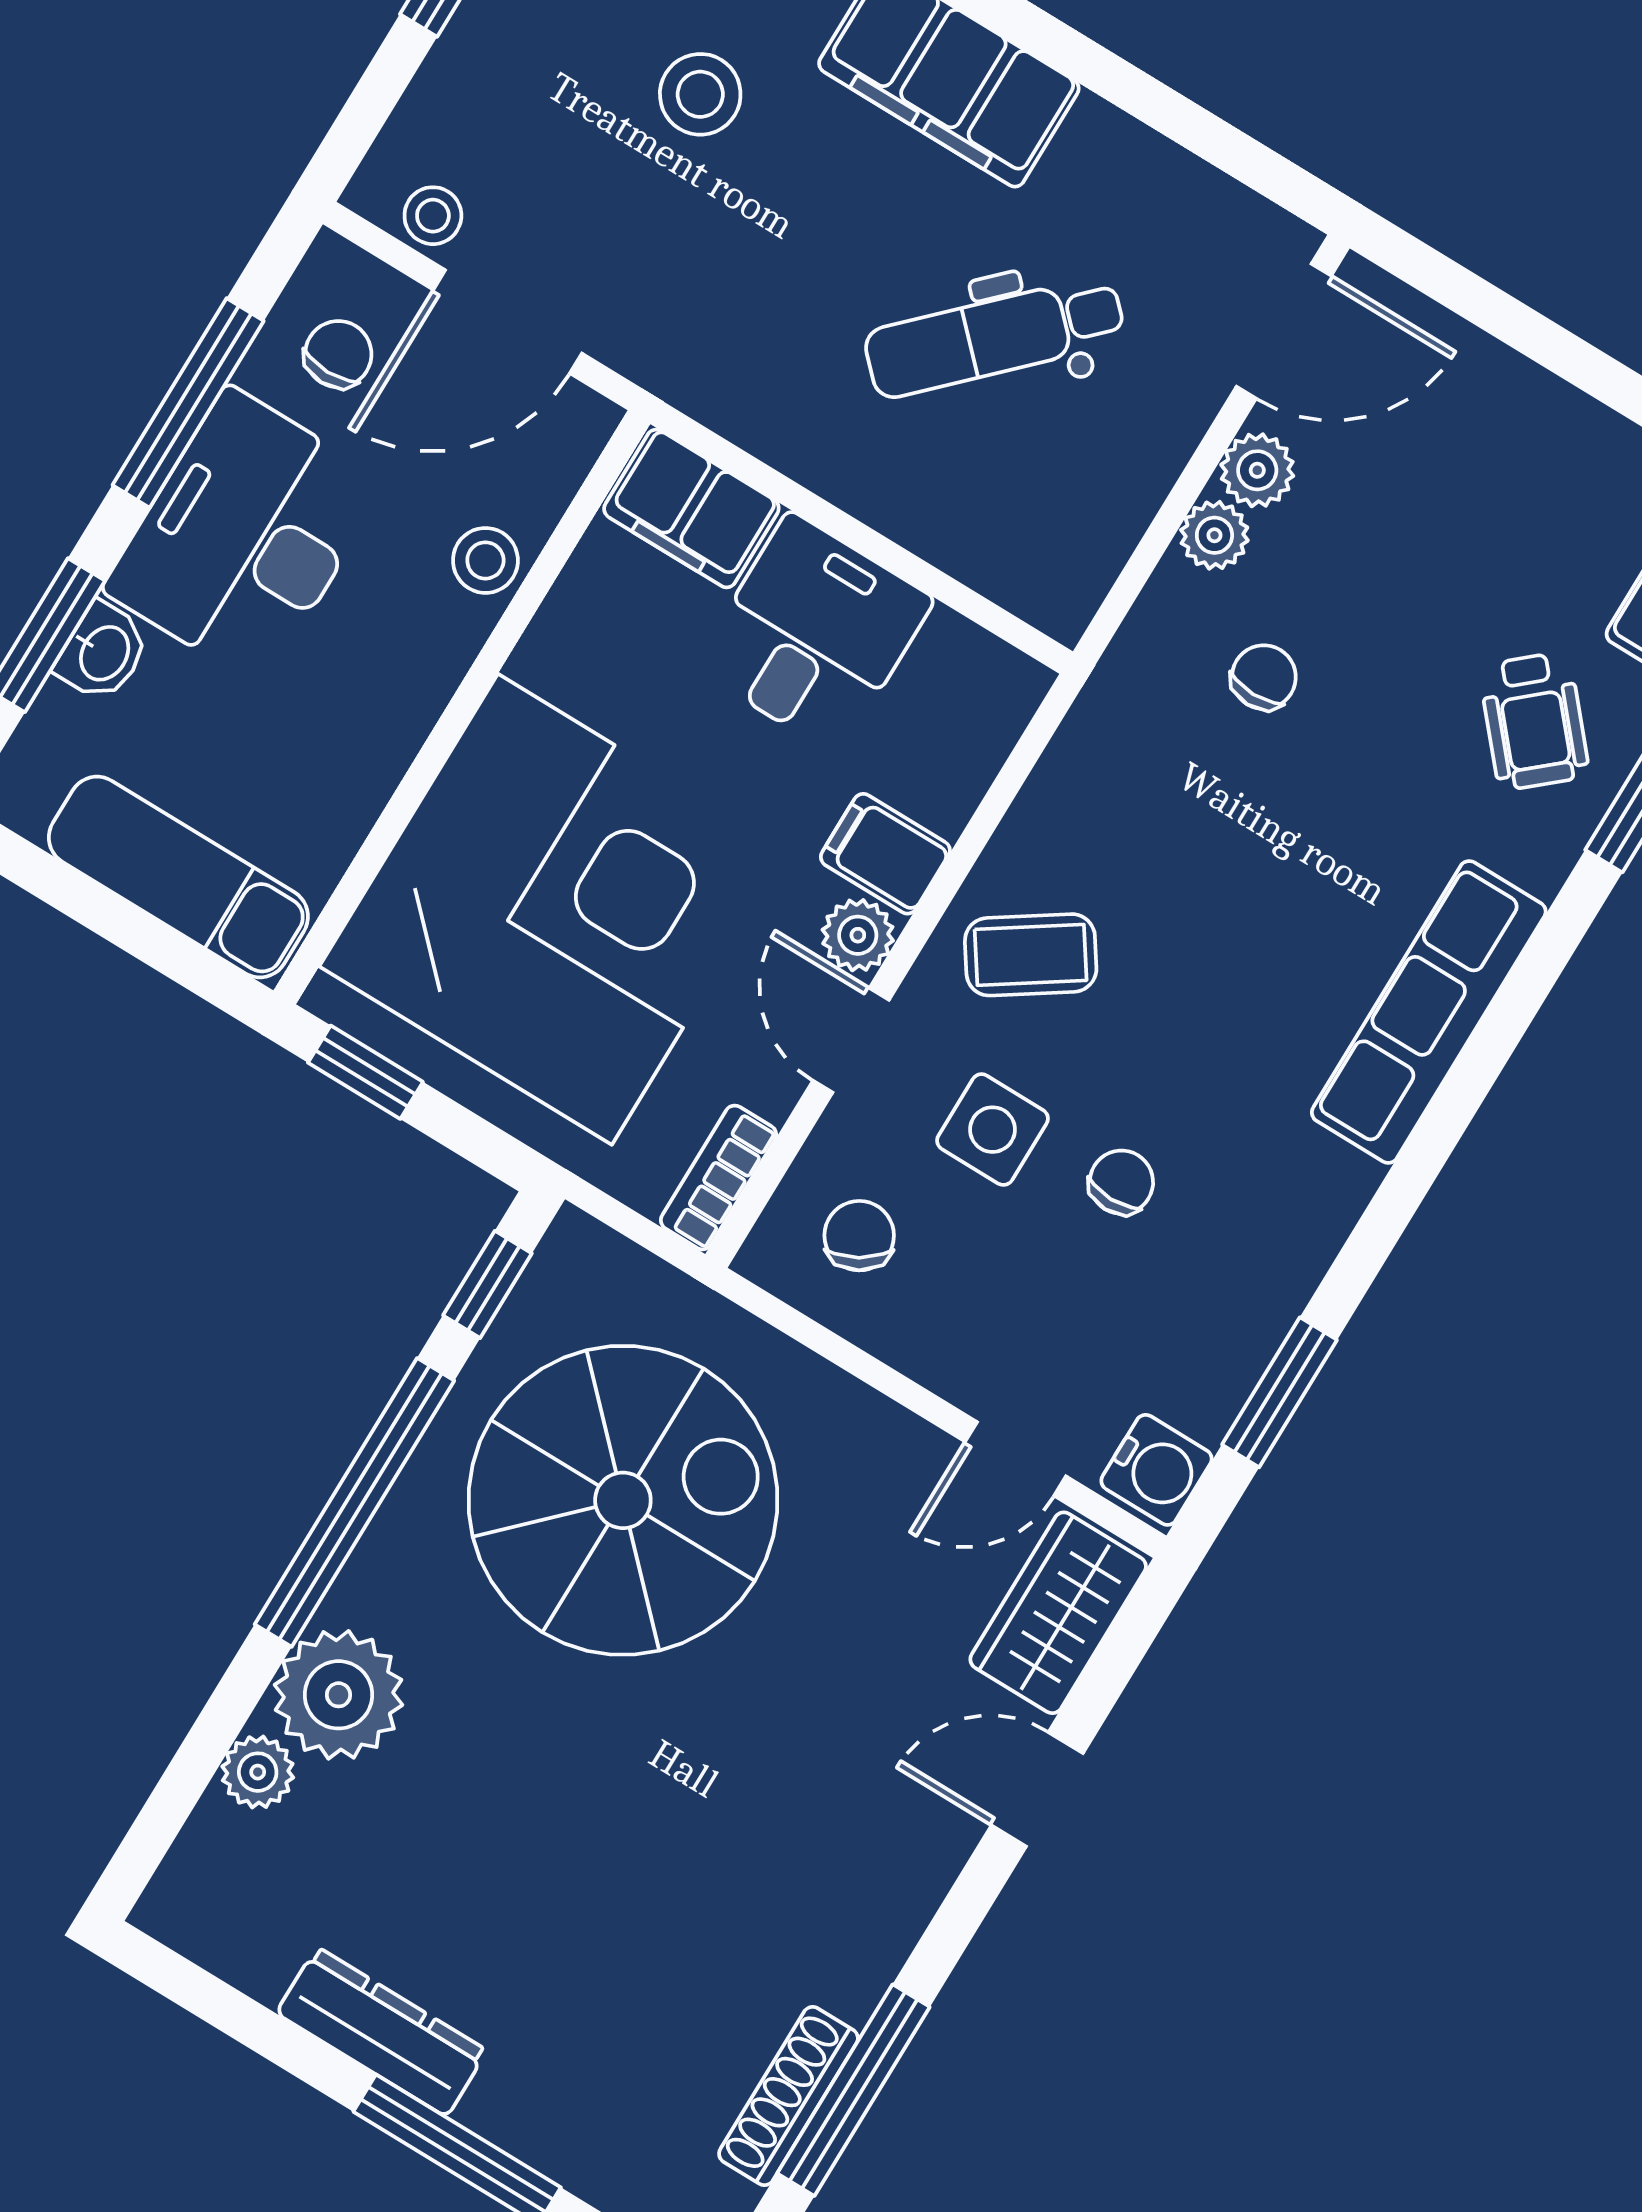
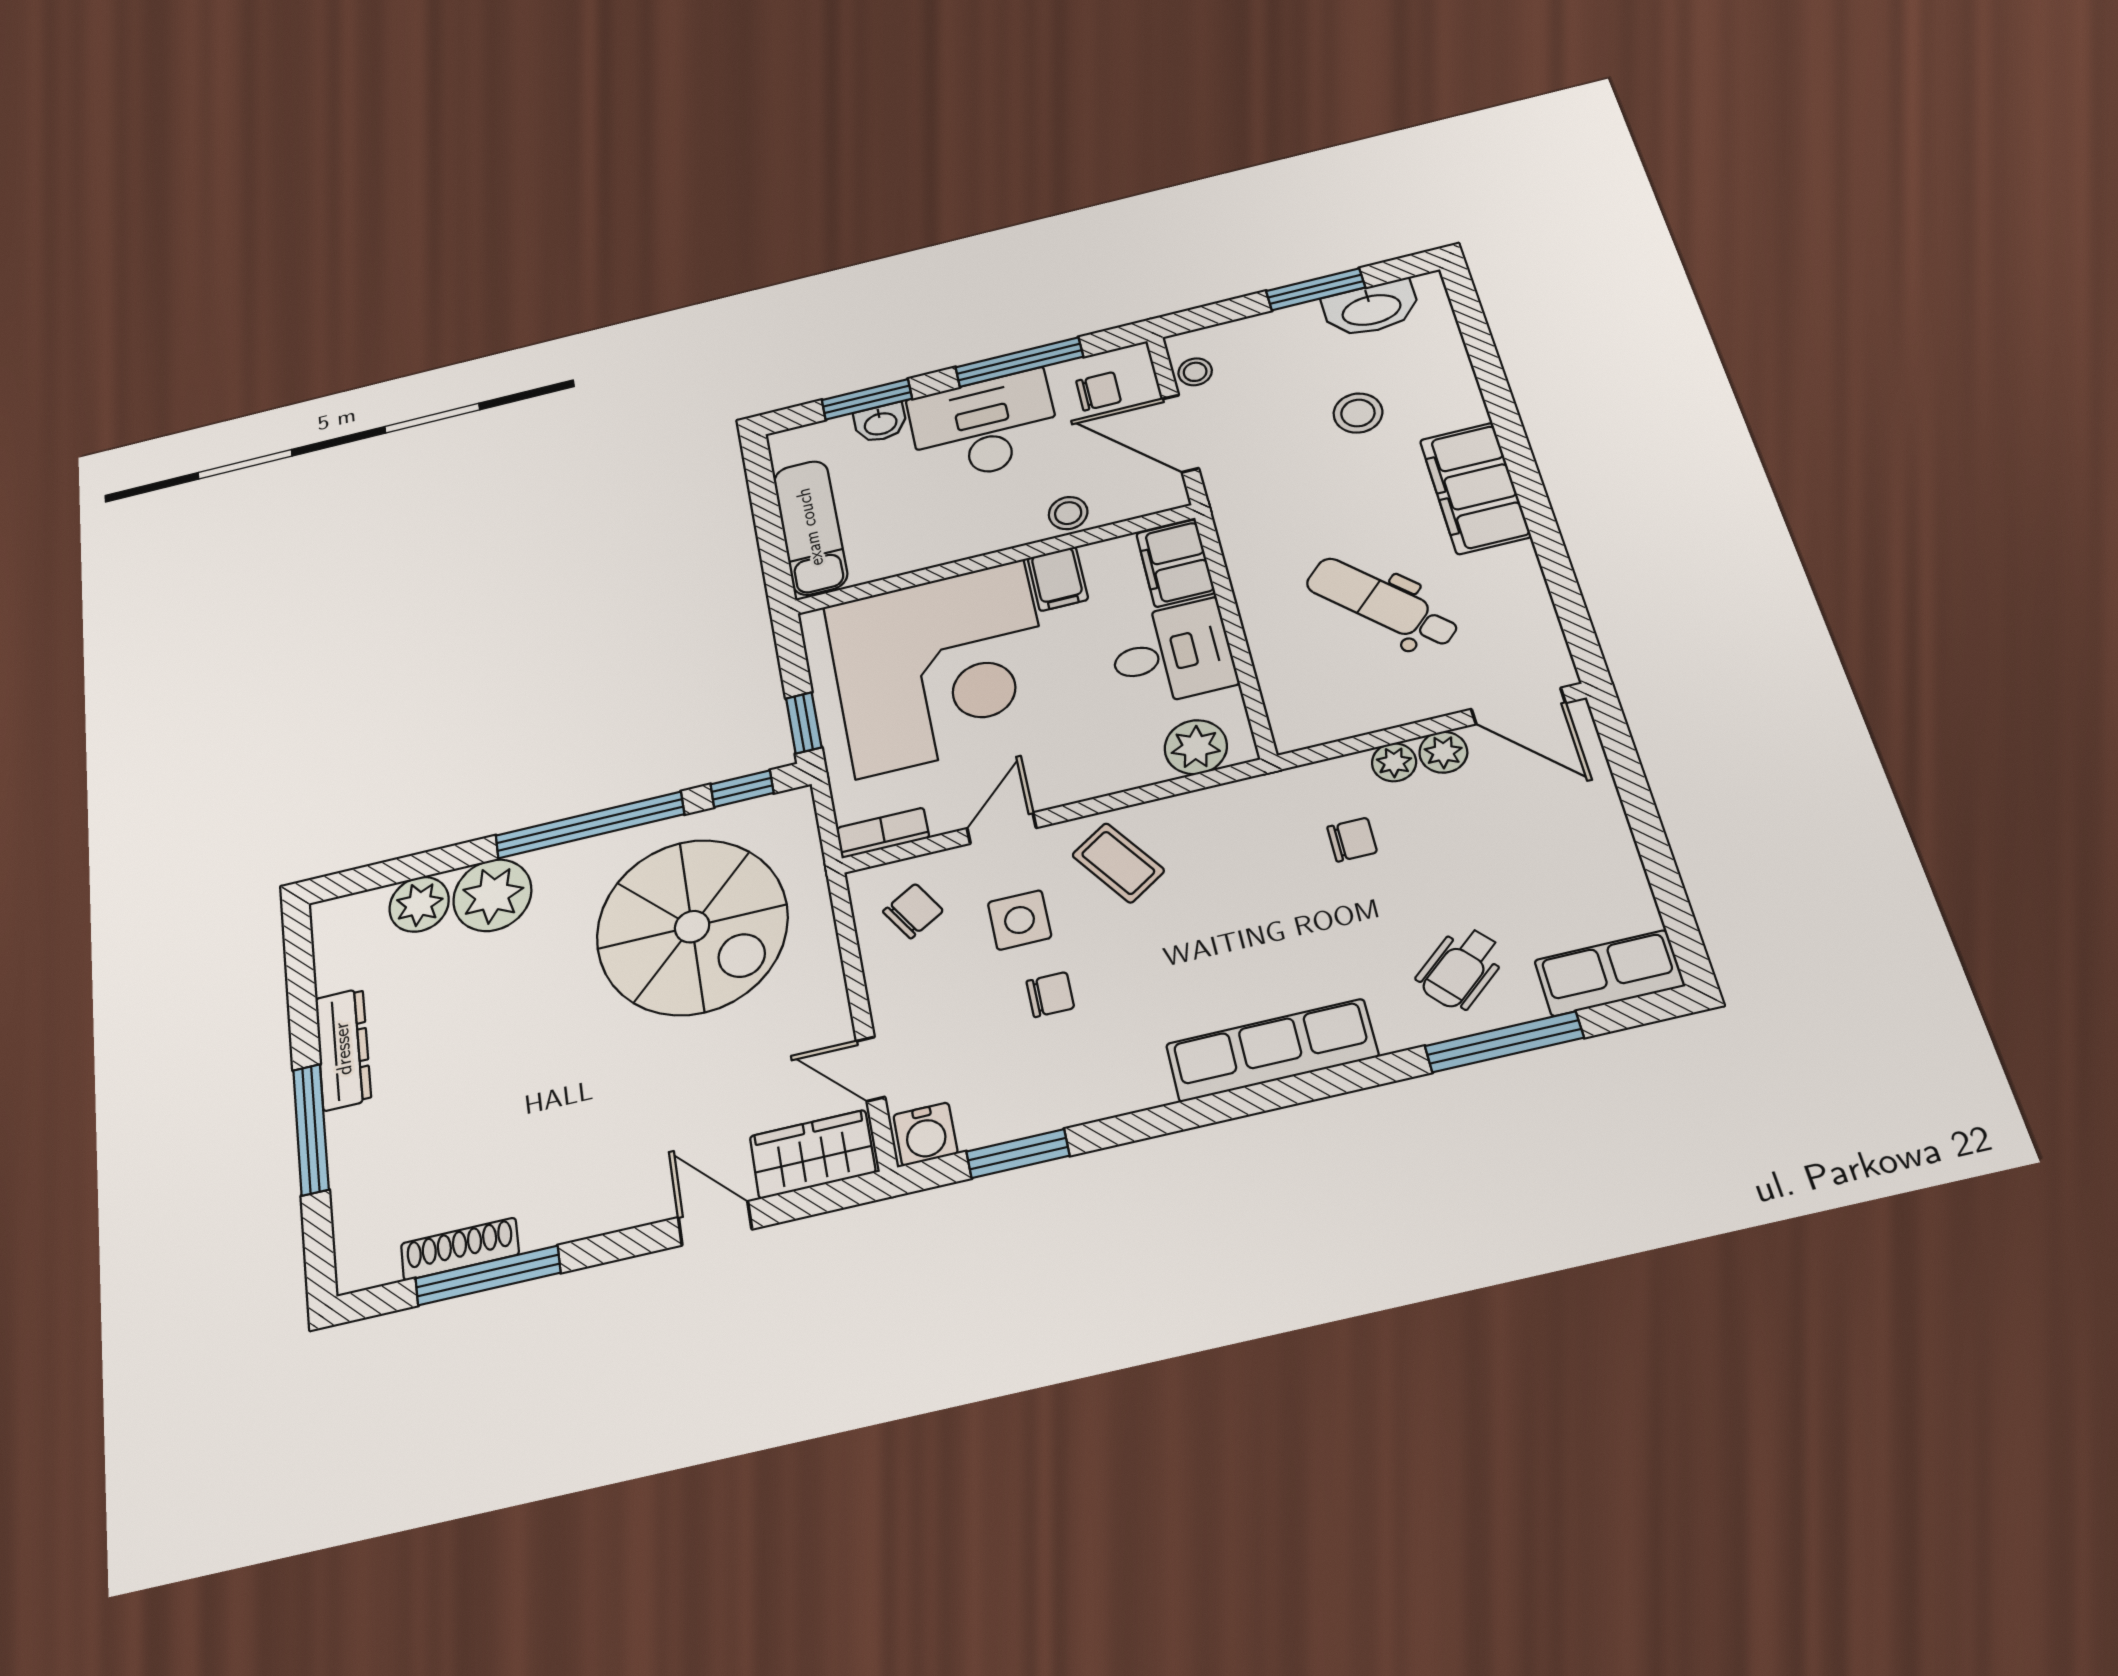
filing cabinet: (885, 854) -> (1058, 579), moved, turned 180
plant: (858, 935) -> (1196, 747), moved, width x1.38, depth x1.38
window: (365, 1072) -> (804, 723), moved
plant: (258, 1772) -> (419, 904), width x1.38, depth x1.38

